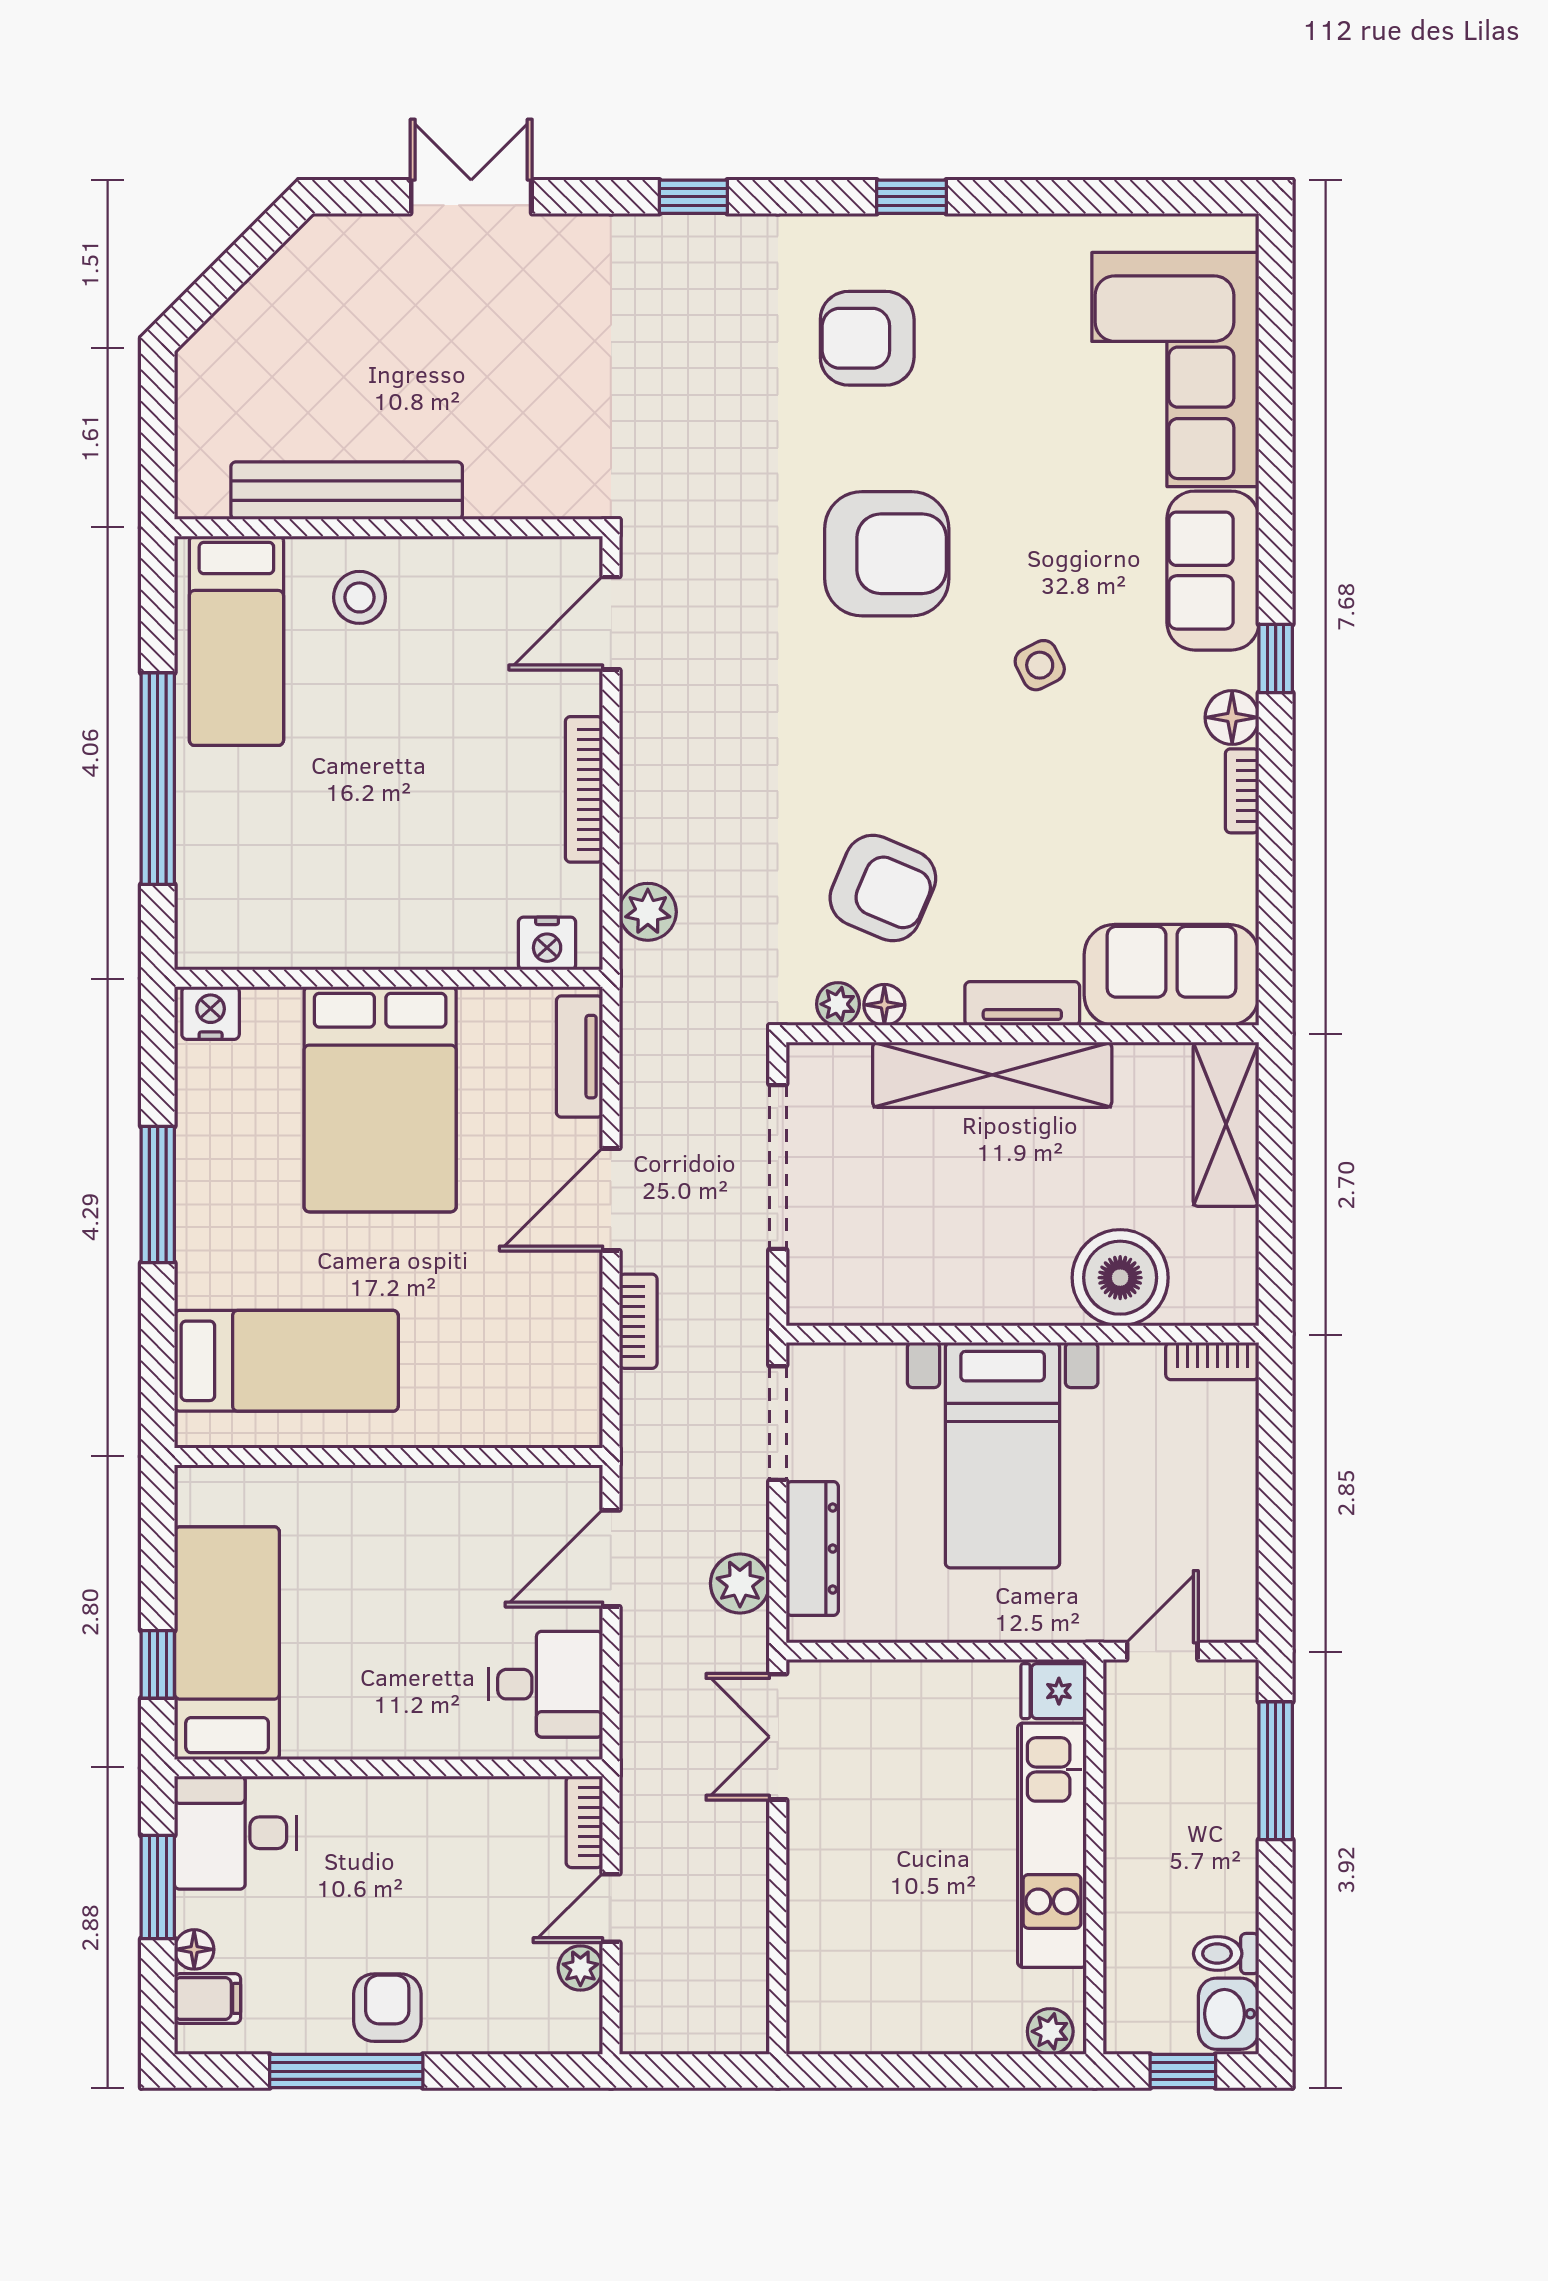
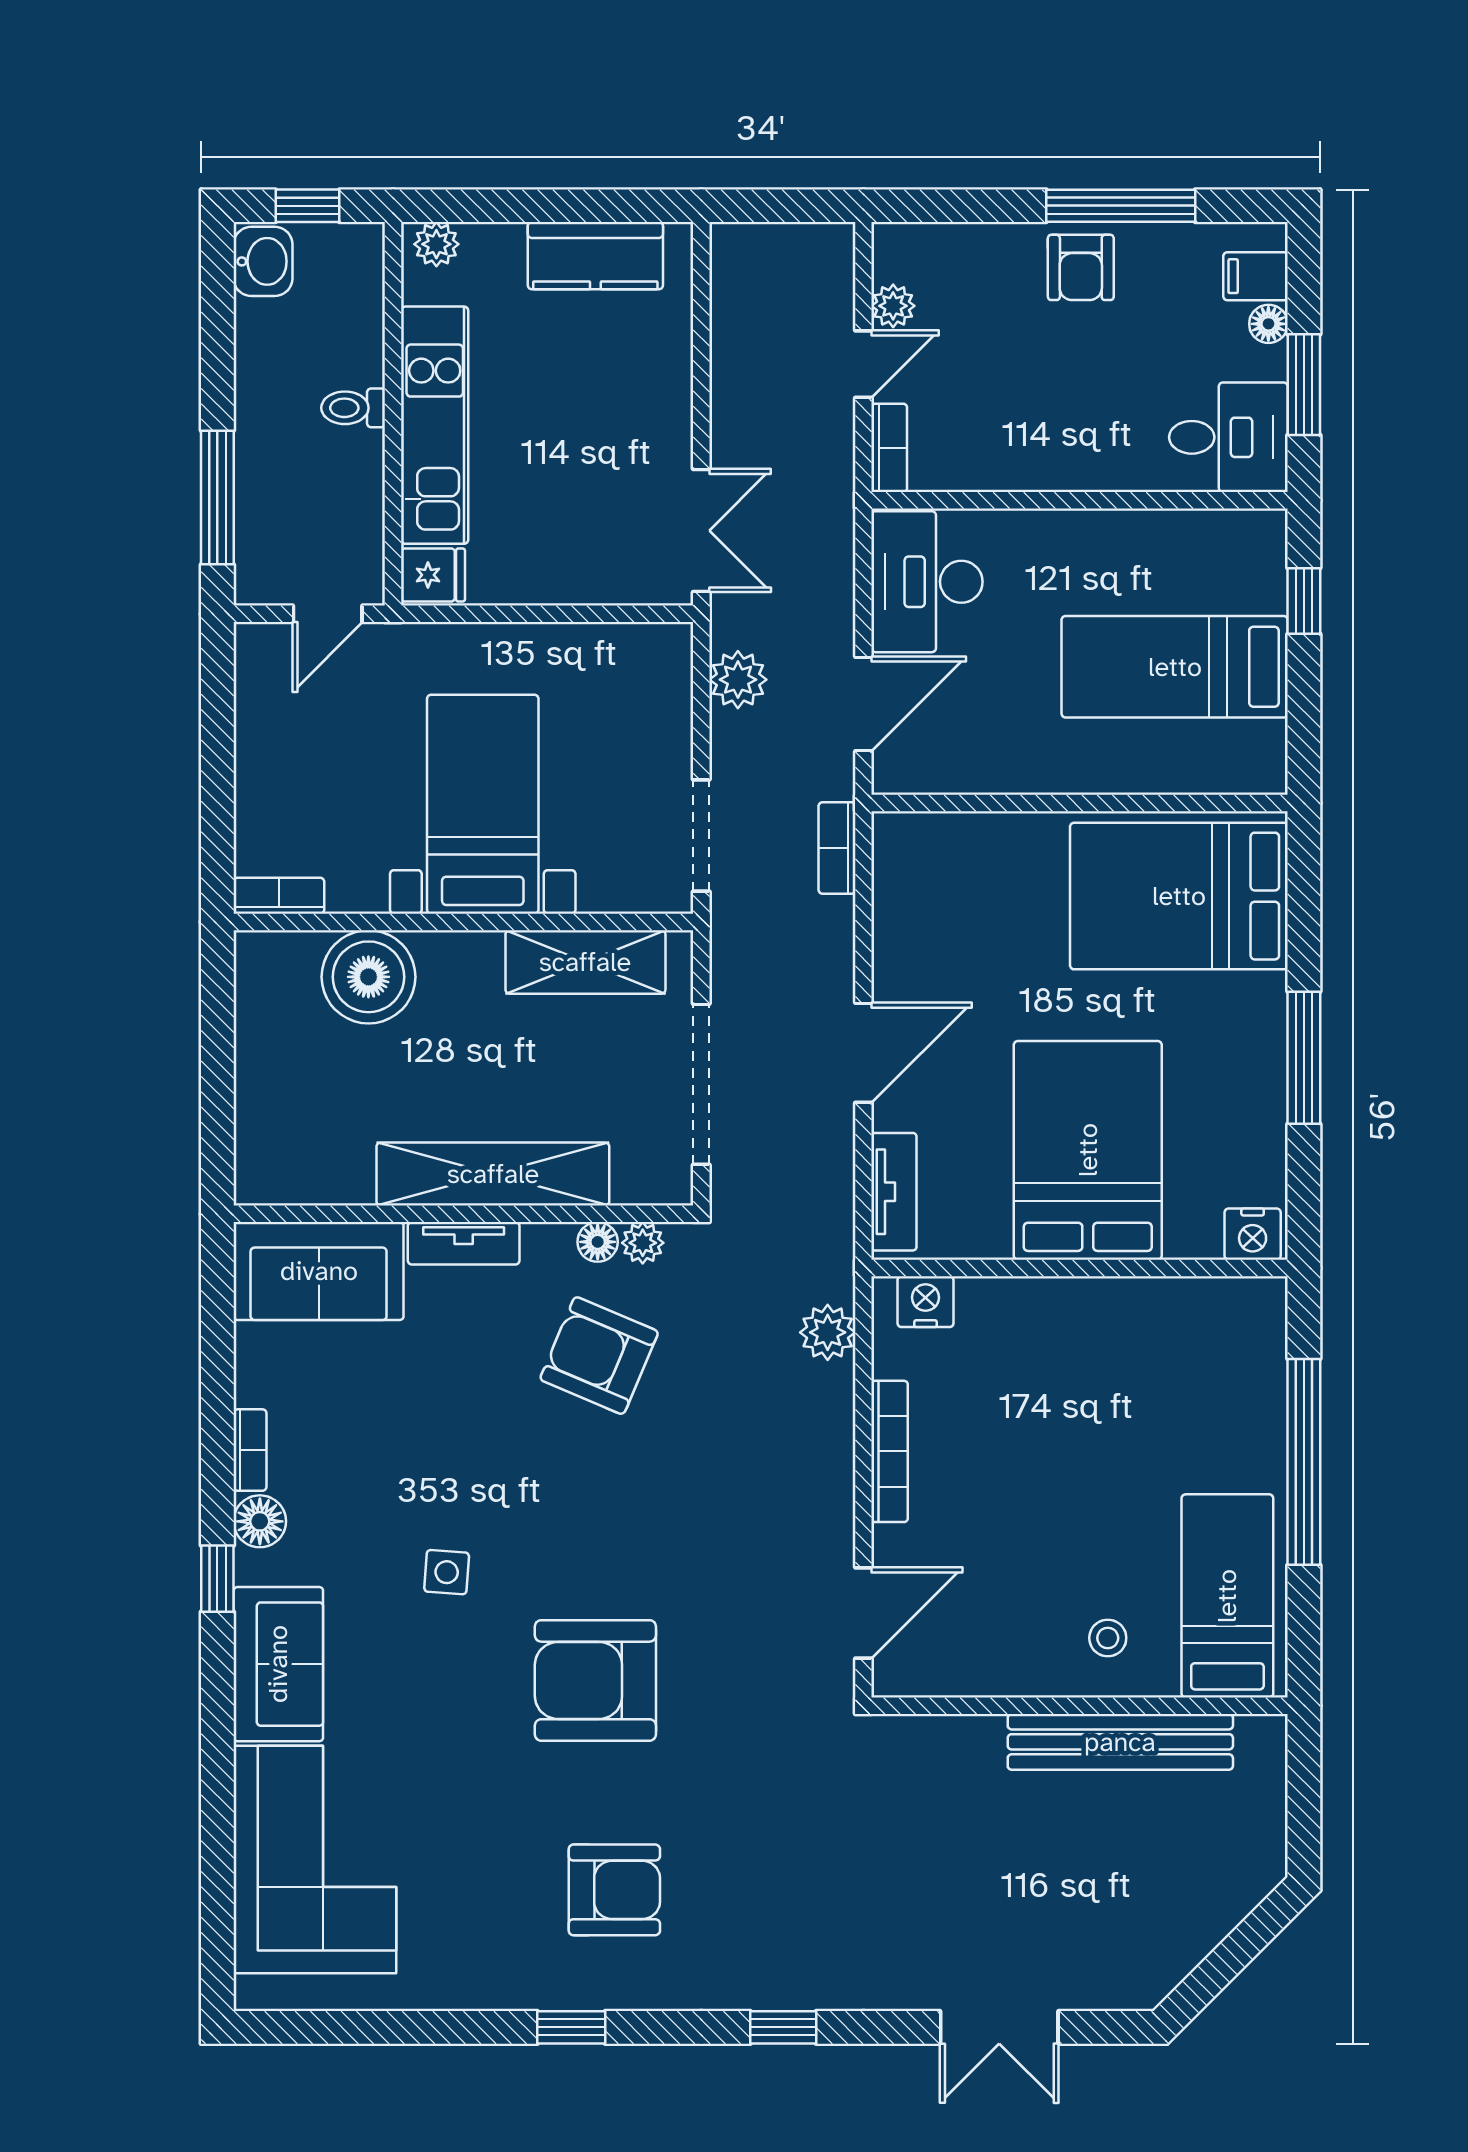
stool: (359, 597) -> (1108, 1638), width x0.73, depth x0.73
side table: (1040, 665) -> (447, 1572), turned 31
shelving: (1226, 1124) -> (585, 962), moved, turned 90
bookcase: (638, 1321) -> (837, 848), moved
bed: (286, 1361) -> (1179, 896), width x1.50
dresser: (812, 1549) -> (668, 714), removed
bed: (227, 1643) -> (1175, 667), moved, turned 90
desk: (546, 1684) -> (927, 582), width x1.37
toilet: (1226, 1954) -> (353, 408), moved, turned 180
kitchen counter: (887, 2020) -> (595, 256), added

